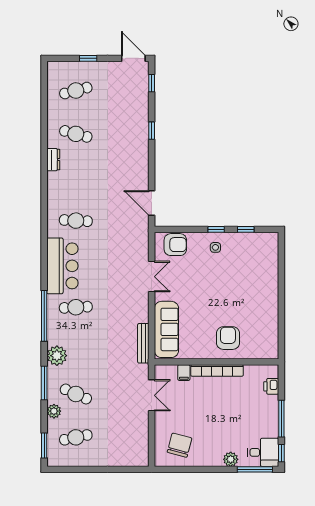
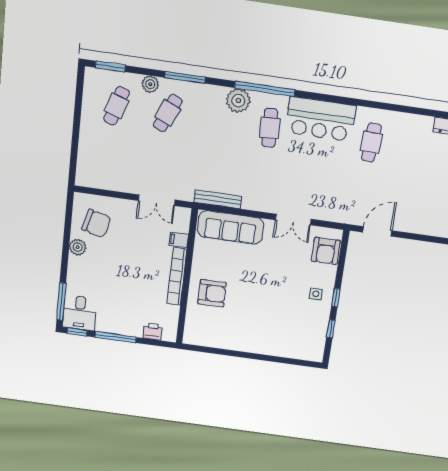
plant: (57, 356) -> (238, 101), moved
cafe table: (76, 437) -> (117, 106), turned 30
plant: (231, 459) -> (78, 247), moved

